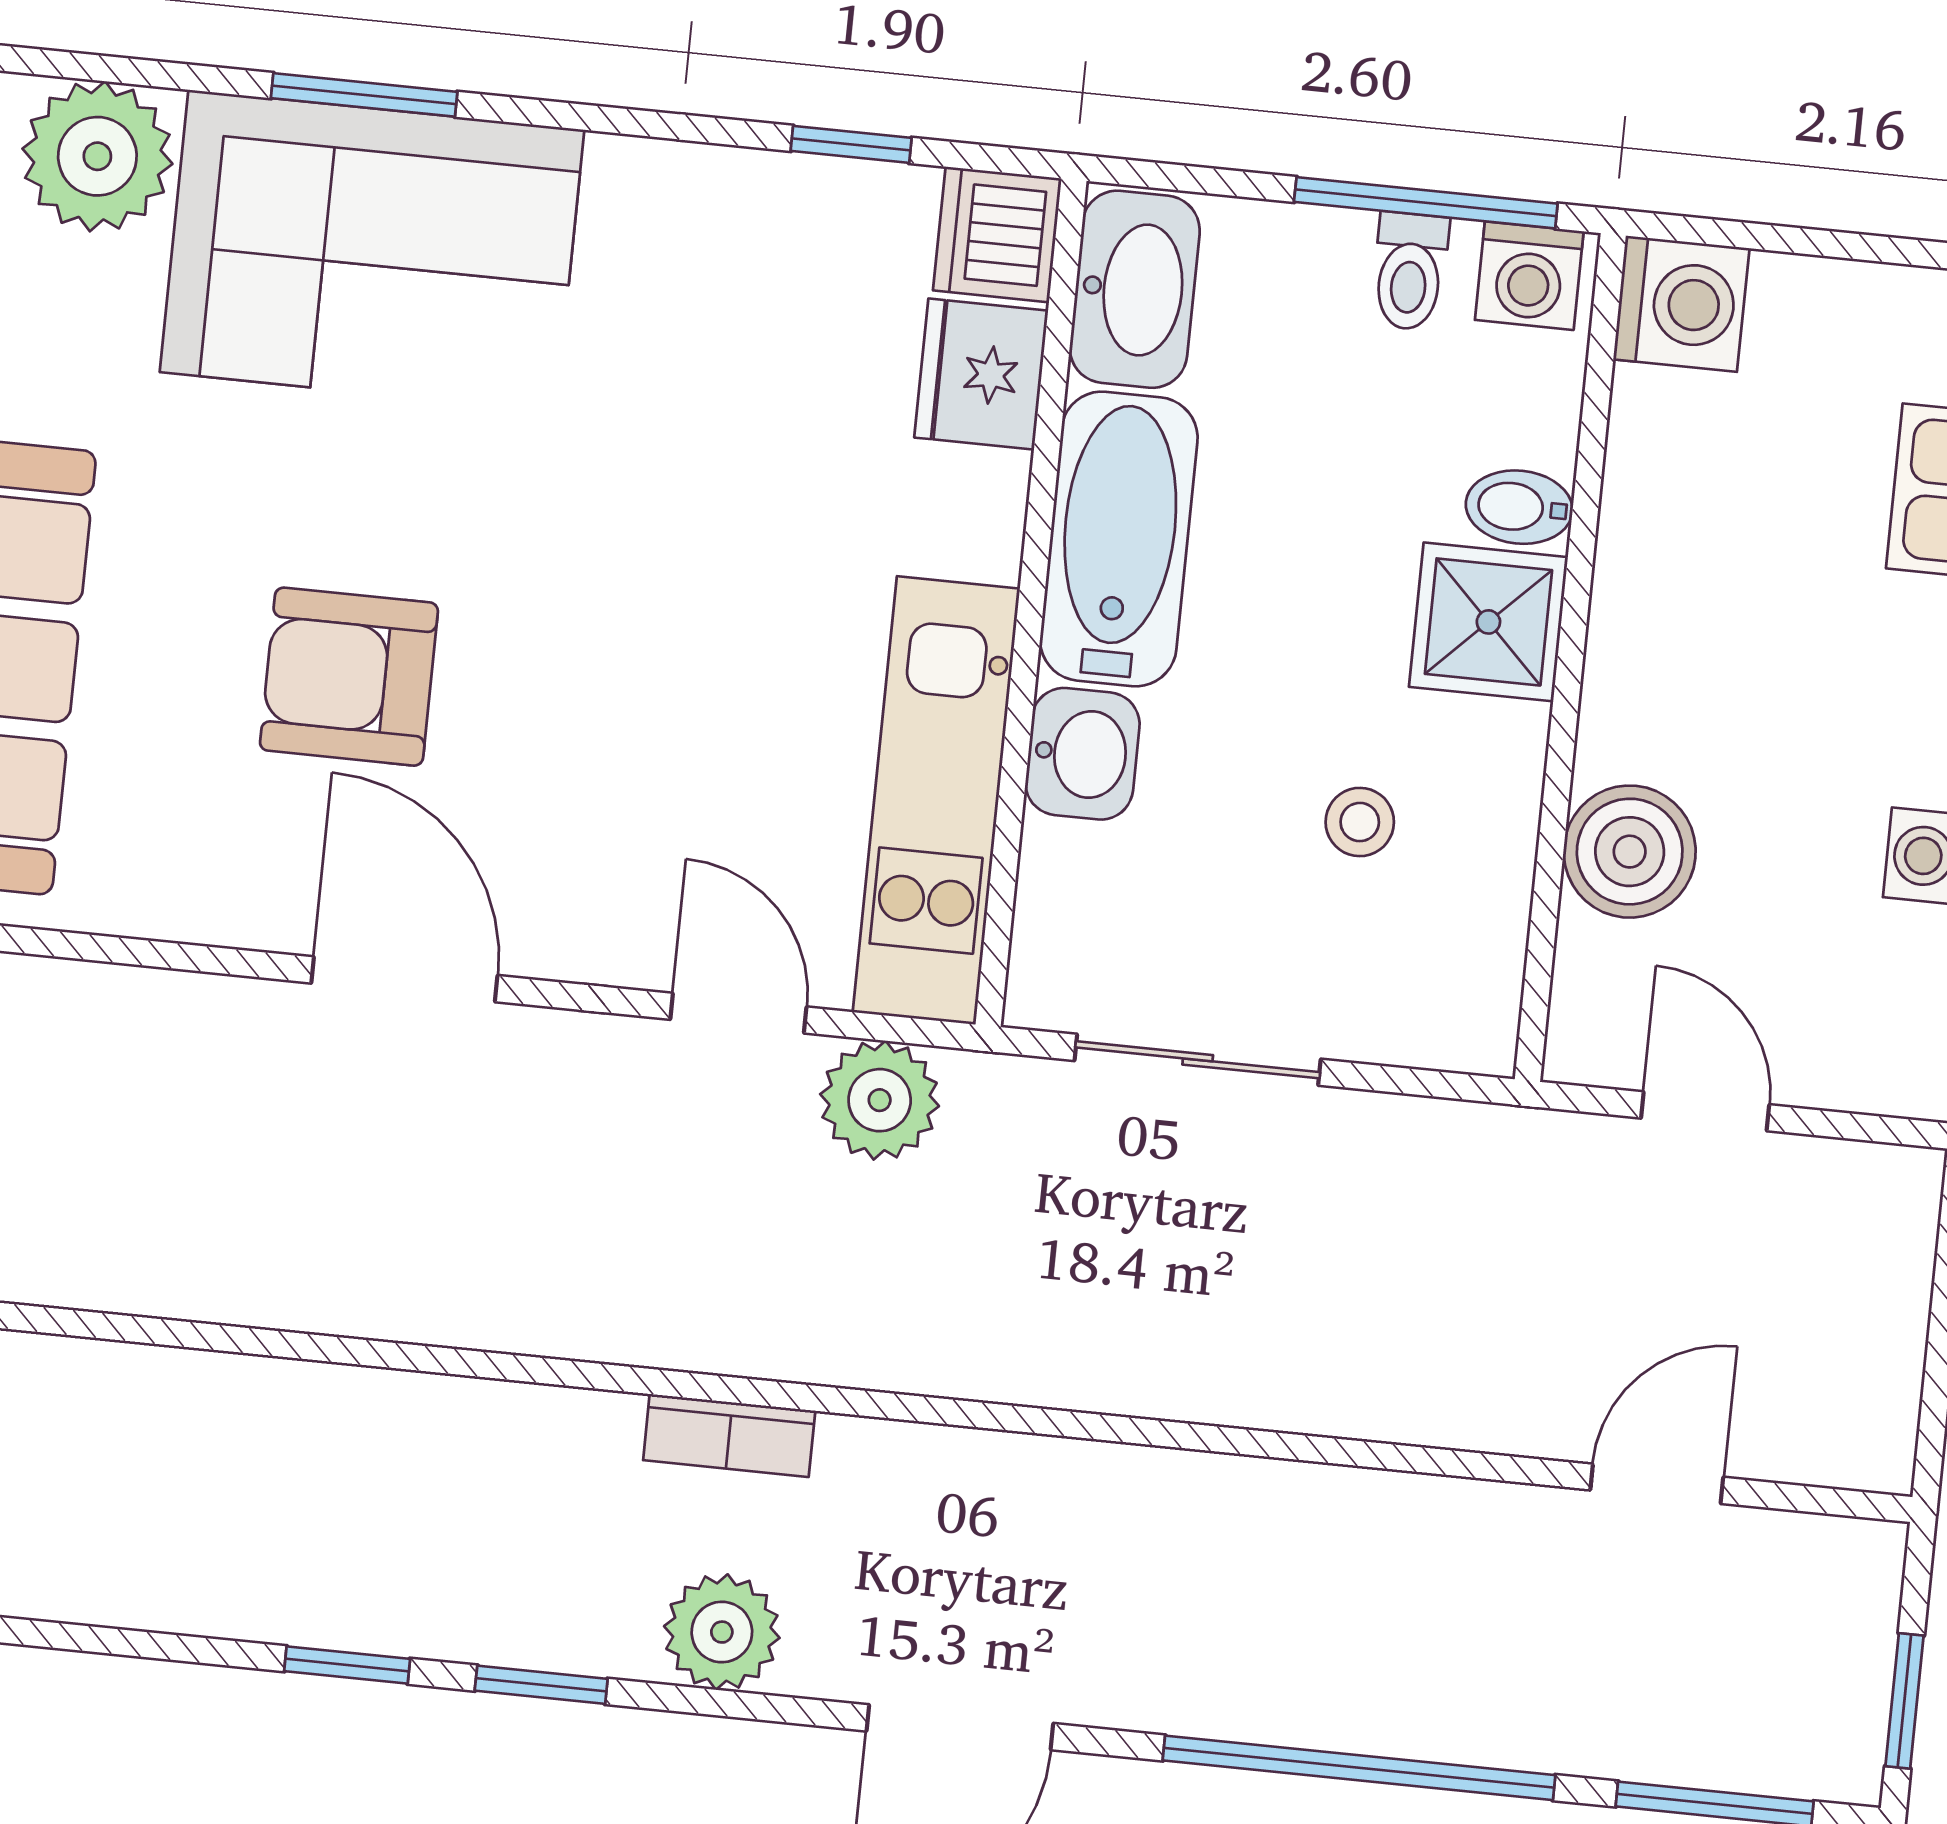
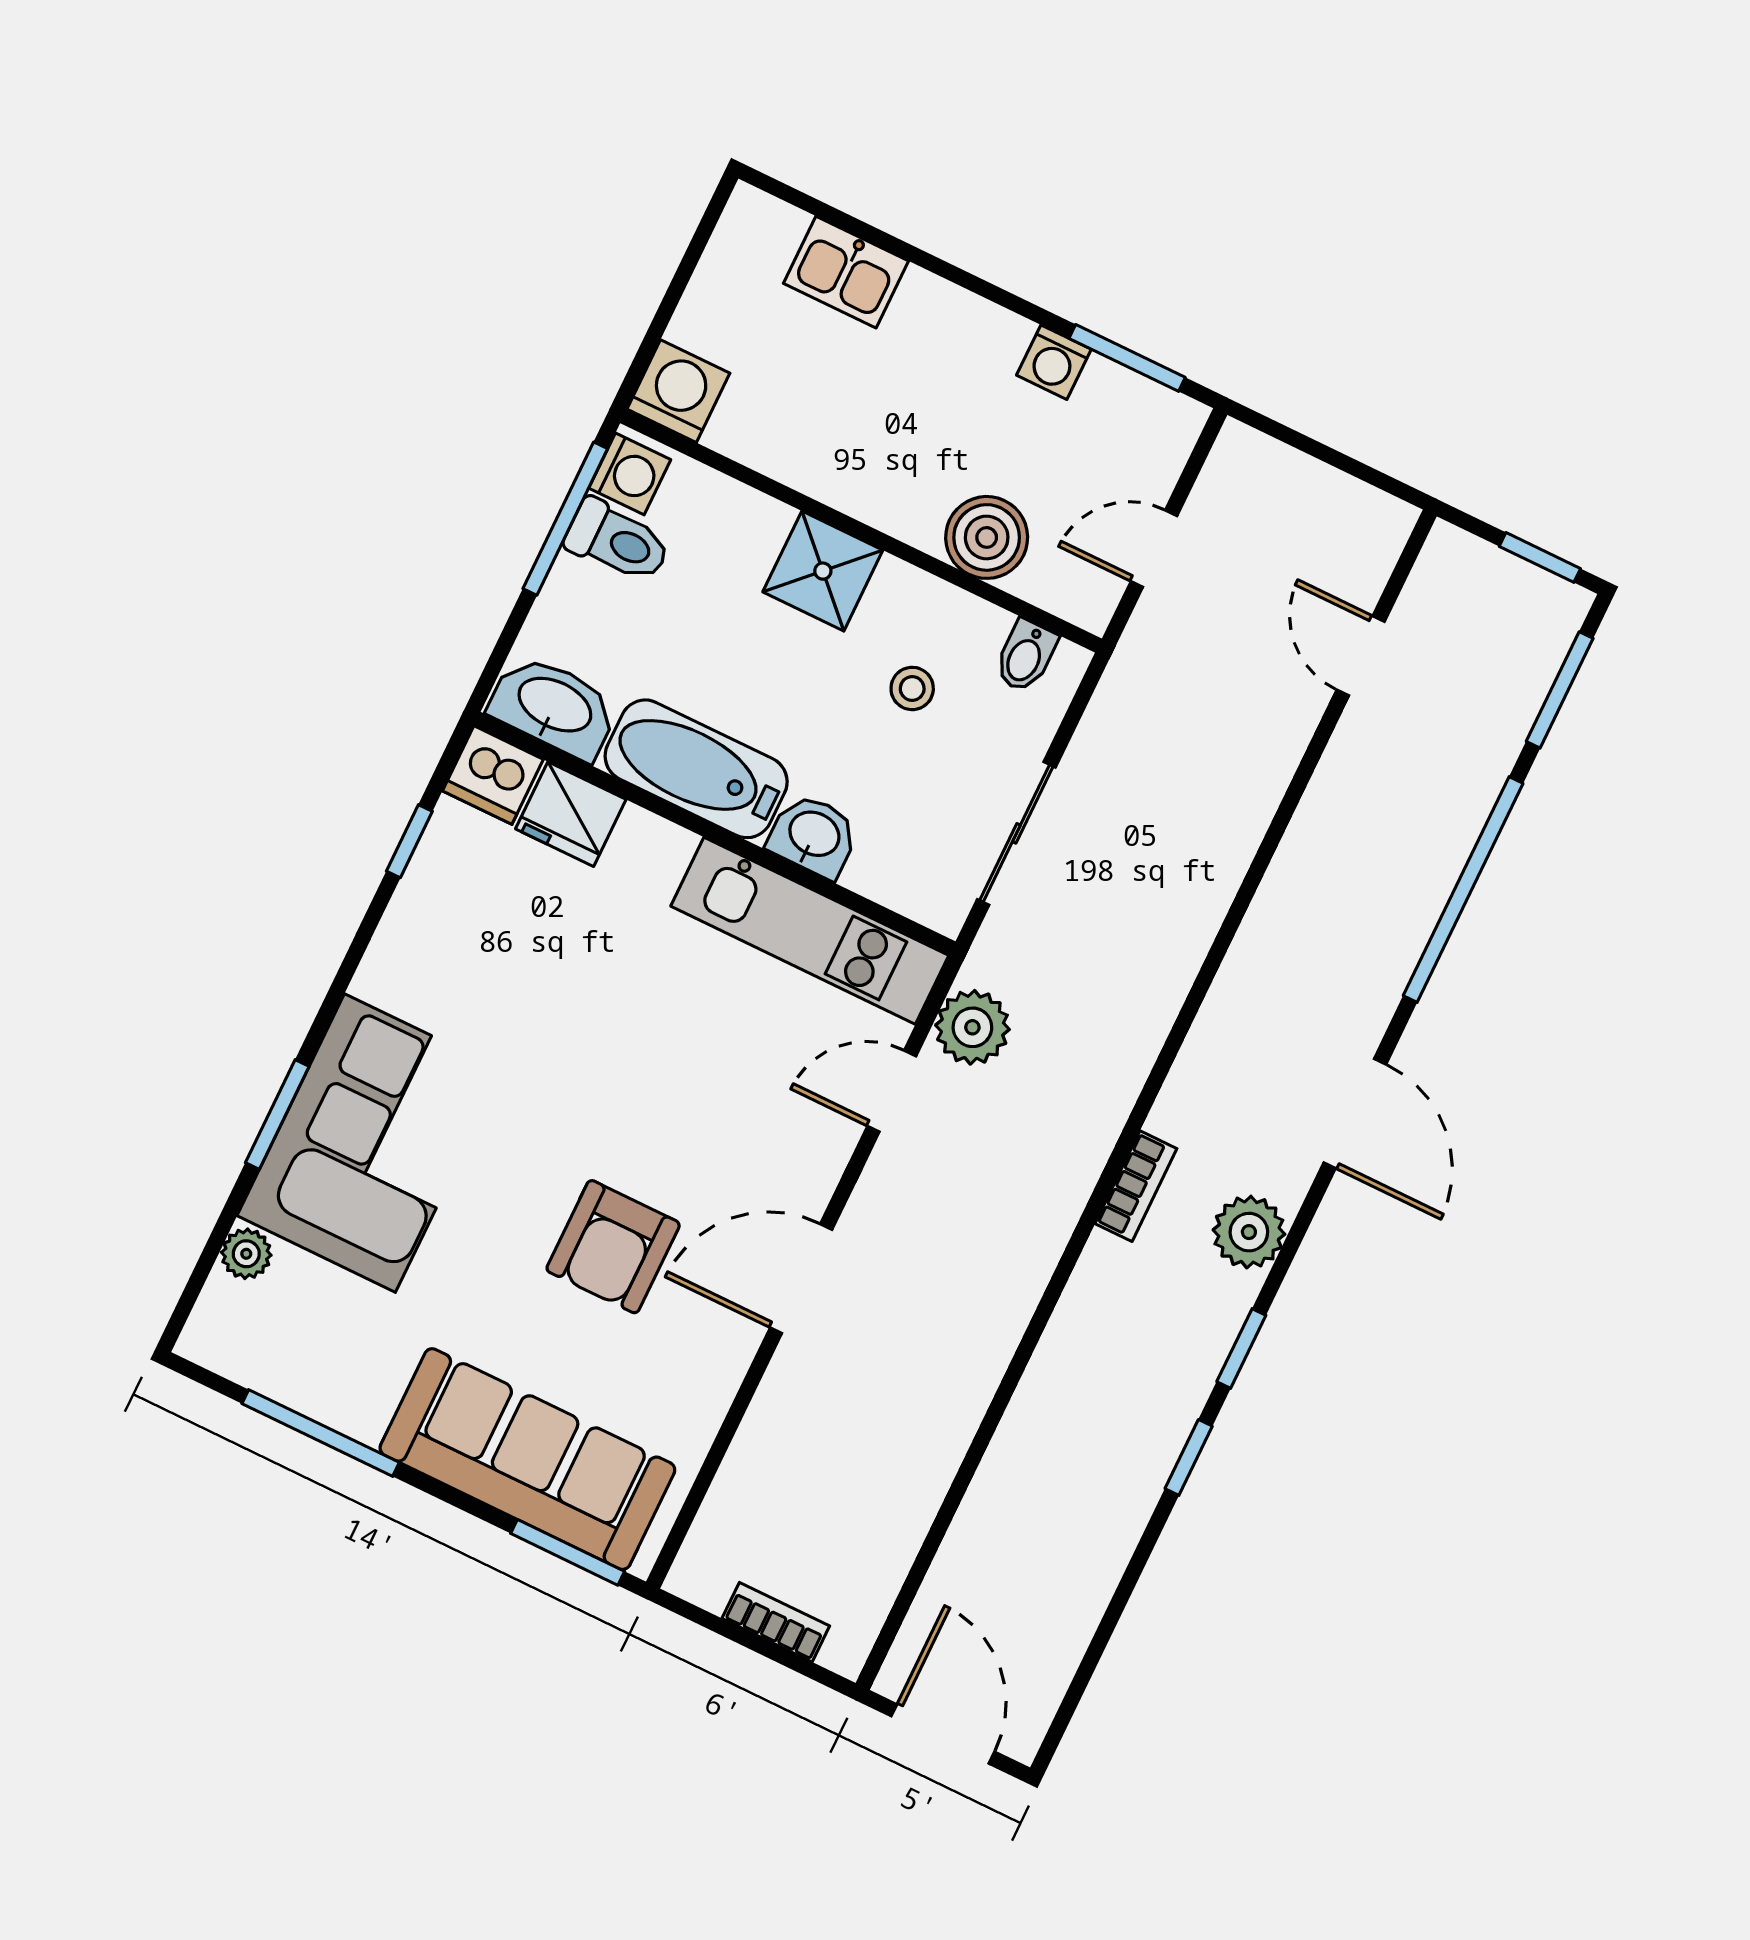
plant: (97, 156) -> (246, 1254), width x0.53, depth x0.53
toilet: (1410, 271) -> (618, 541), width x1.37, depth x1.39
bidet: (1519, 507) -> (1026, 656), moved

